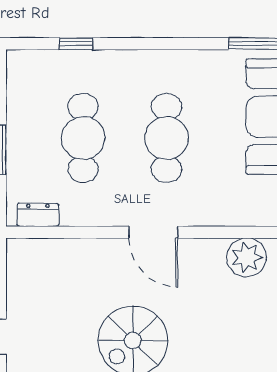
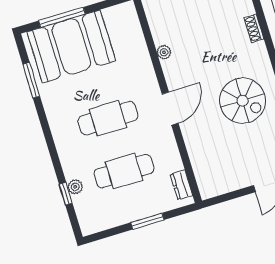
plant: (82, 60) -> (75, 187), added
plant: (247, 257) -> (164, 52), width x0.53, depth x0.53

